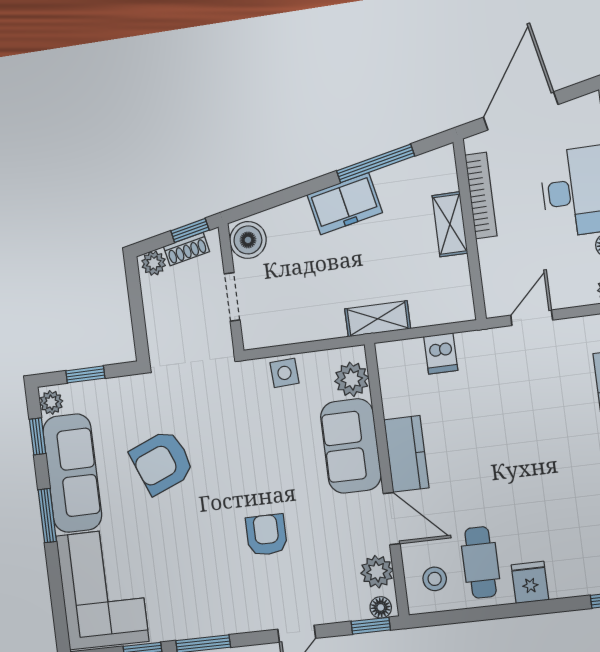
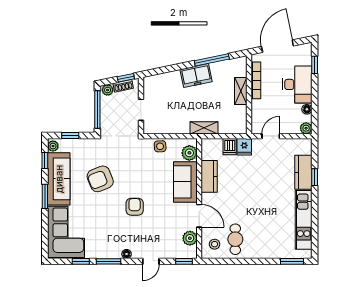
boiler: (248, 240) -> (151, 86), removed
window: (137, 309) -> (97, 109), added
kitchen counter: (406, 454) -> (209, 176), moved
armchair: (266, 535) -> (135, 207), moved
fridge: (530, 582) -> (244, 147), moved, turned 180
floor lamp: (381, 607) -> (127, 254), moved

